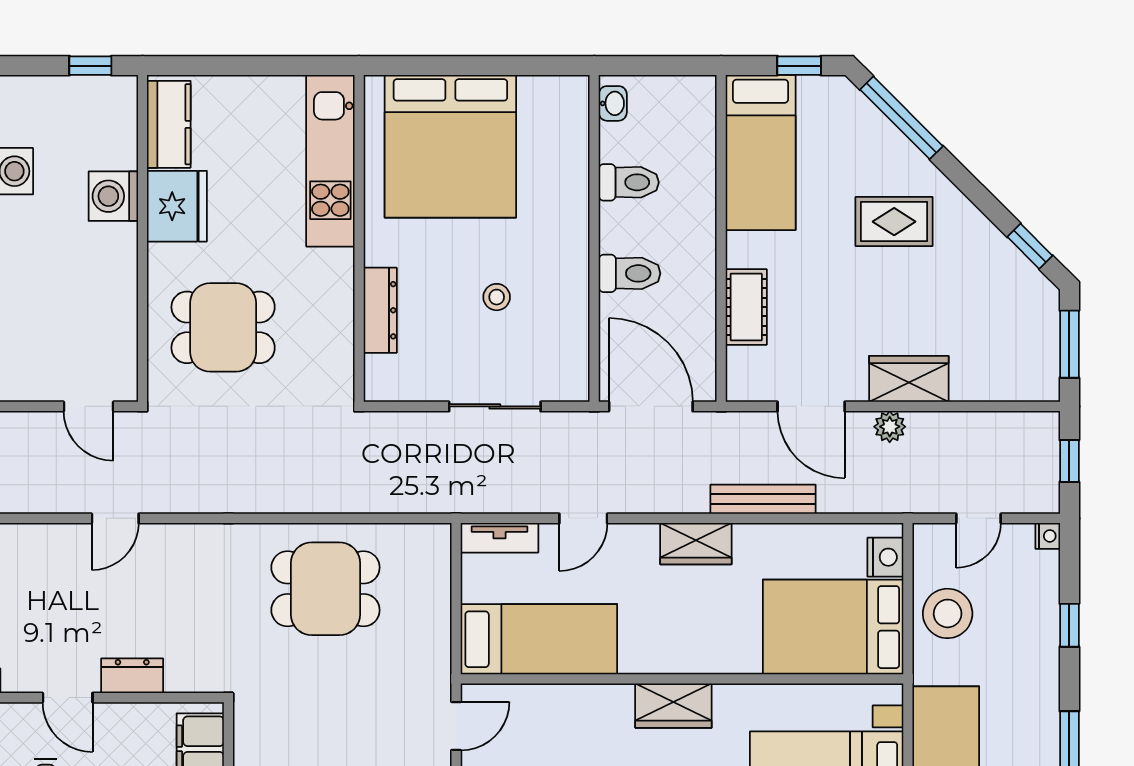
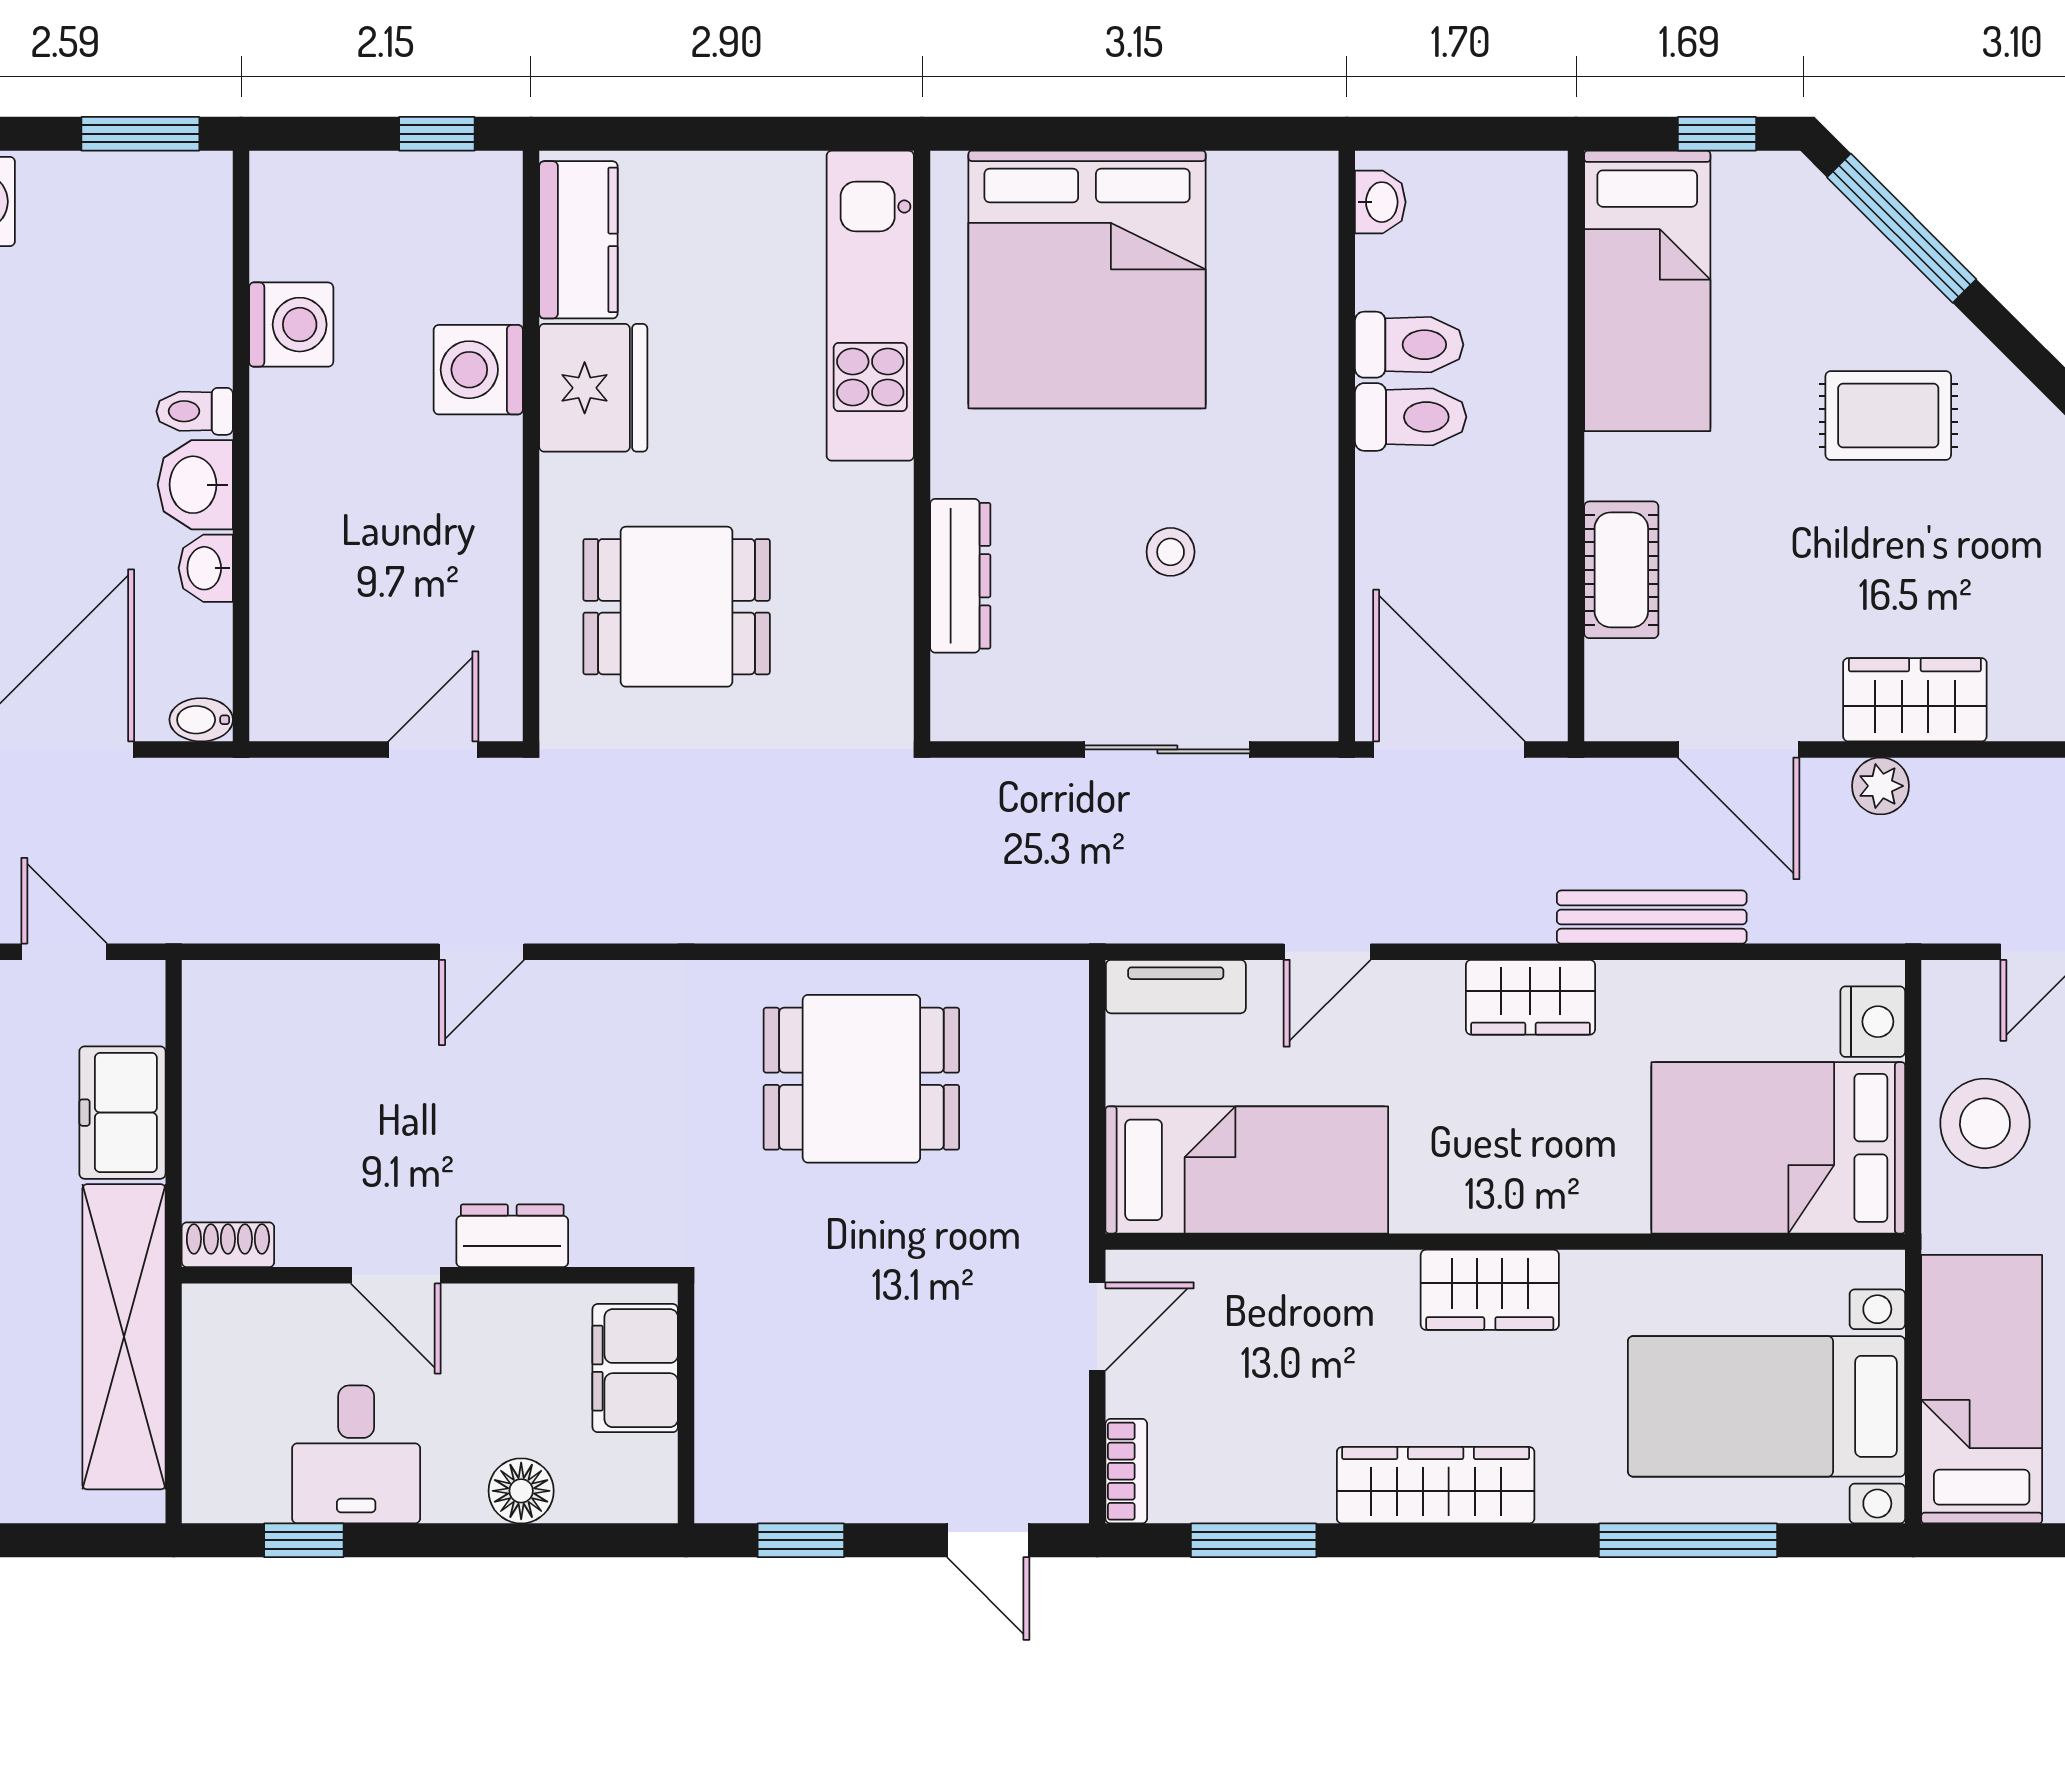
toilet: (630, 273) -> (1411, 417), moved
door: (88, 406) -> (433, 749), swing flipped

